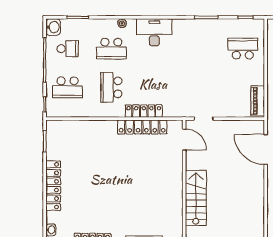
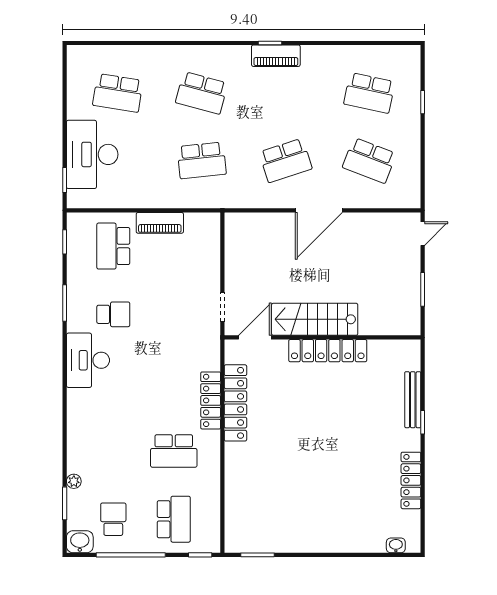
plant: (122, 23) -> (74, 481), moved
desk: (154, 32) -> (88, 360), moved
school desk: (111, 49) -> (113, 314), moved, width x0.54
piano: (258, 101) -> (160, 223), moved
door: (266, 150) -> (319, 210), moved
locker: (53, 186) -> (328, 351), moved, turned 180
stairs: (196, 198) -> (315, 319), moved

